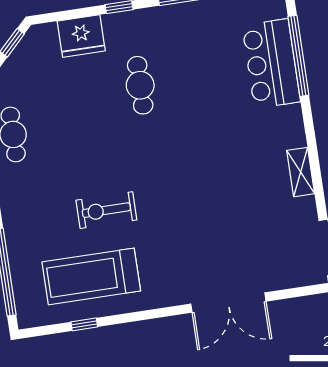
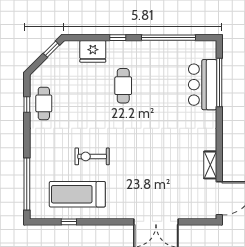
shelving: (301, 172) -> (210, 165), moved

